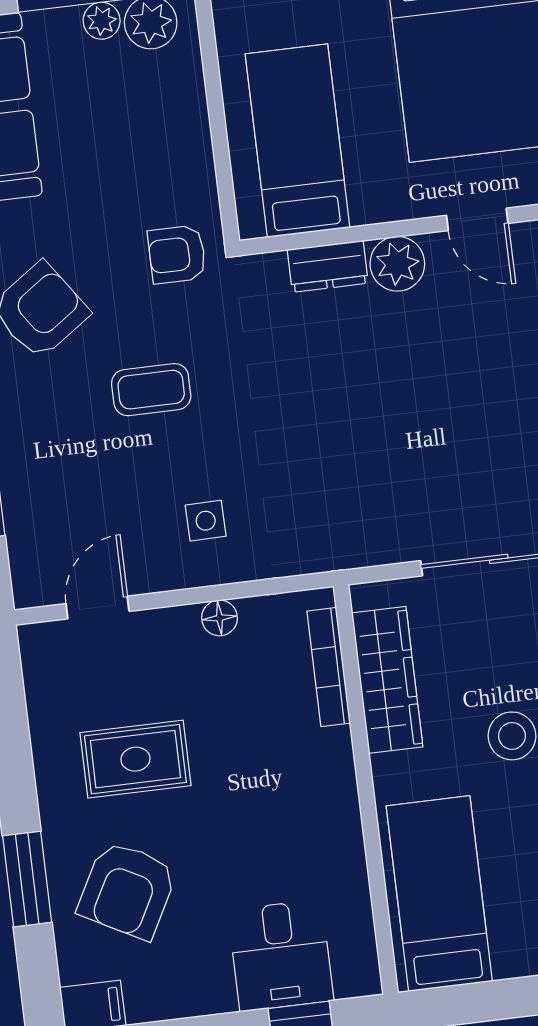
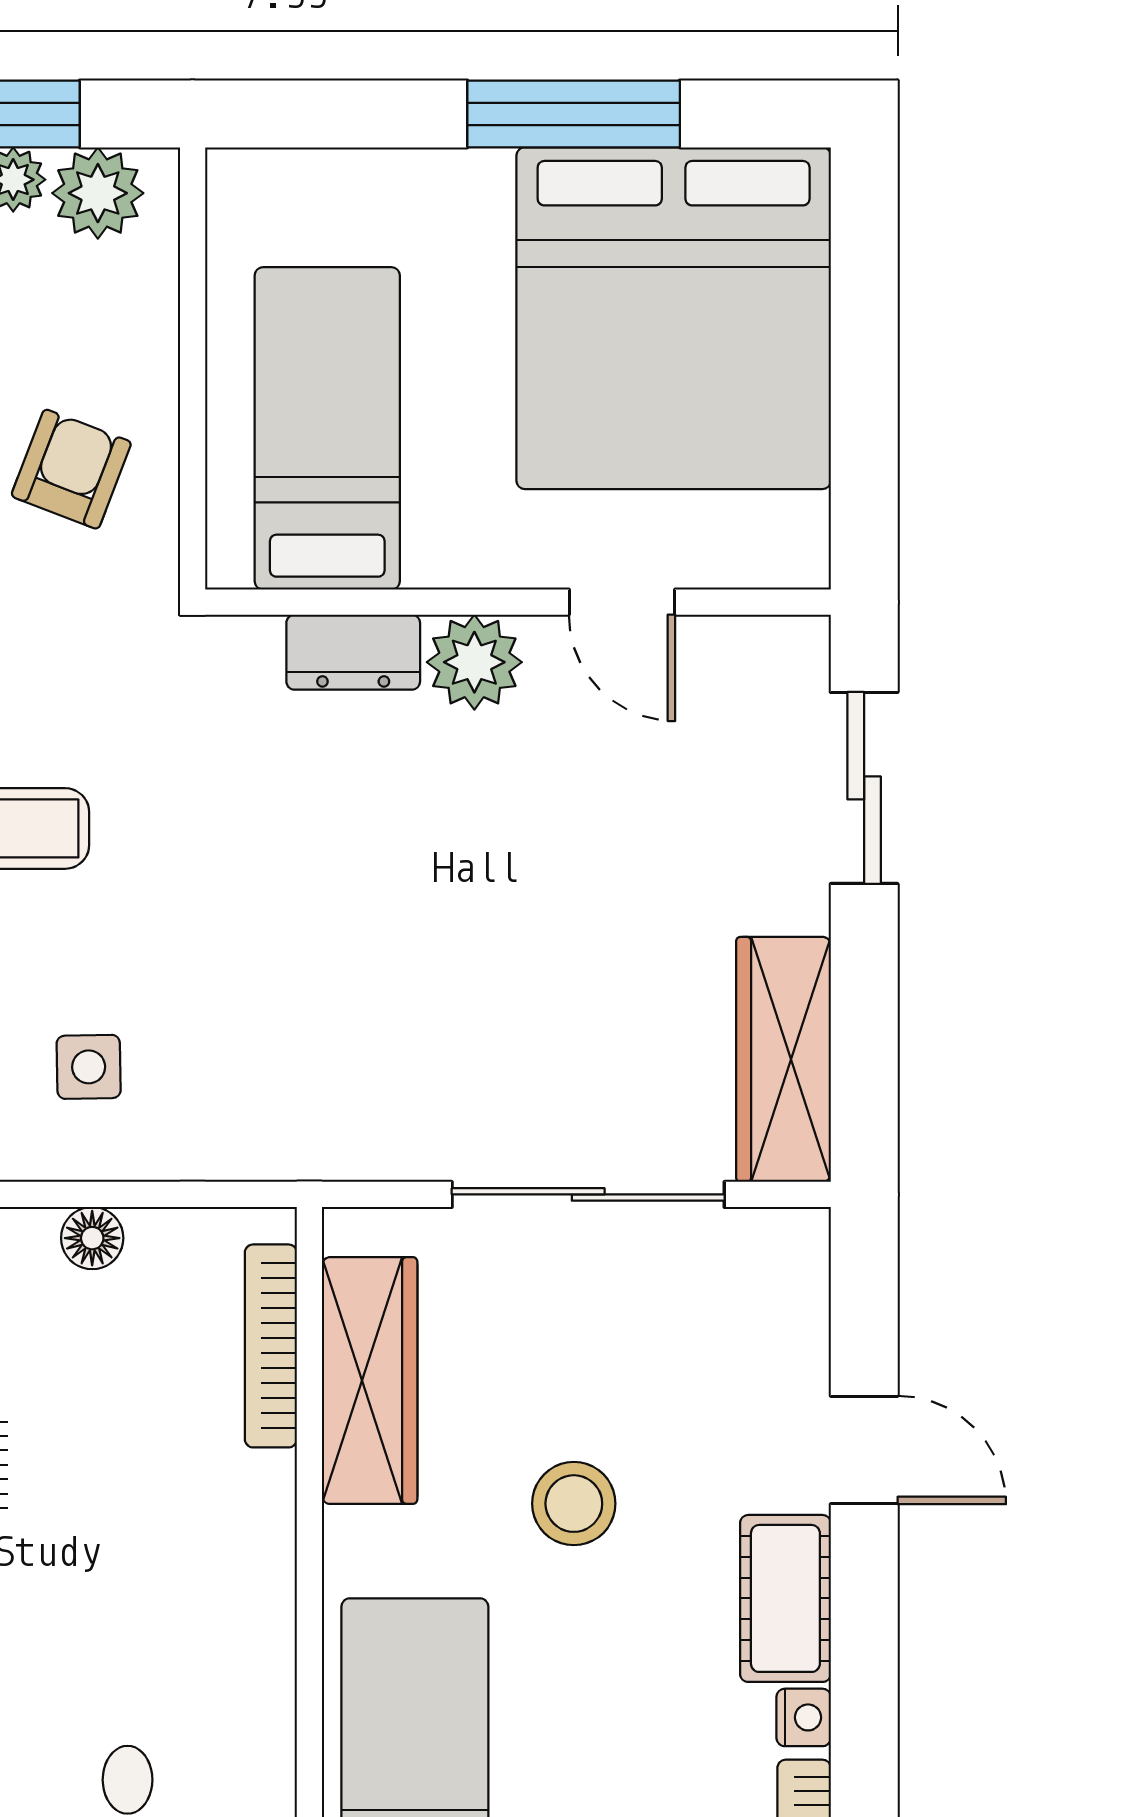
armchair: (177, 254) -> (71, 469), moved, turned 111

